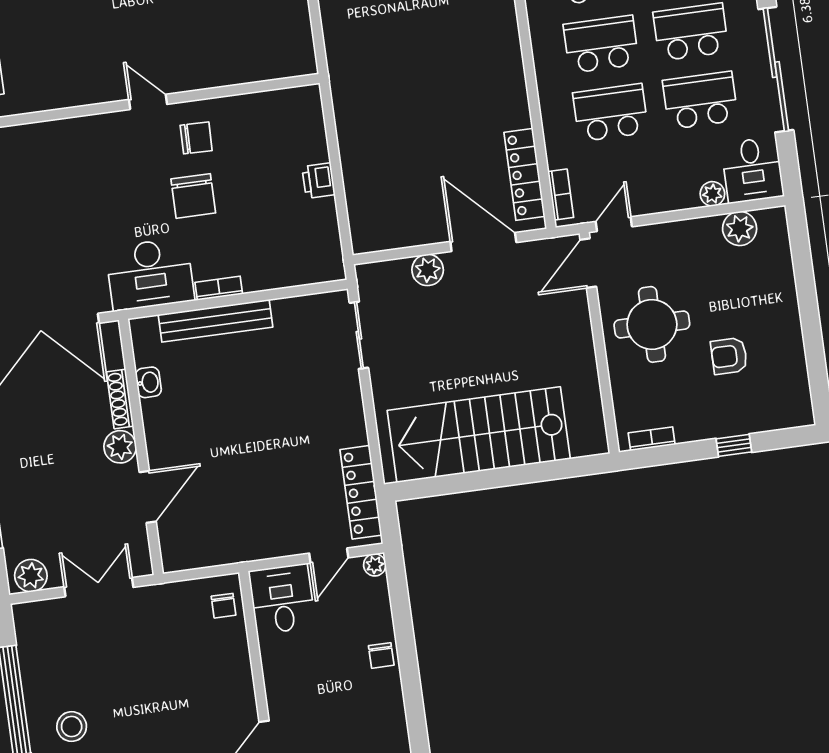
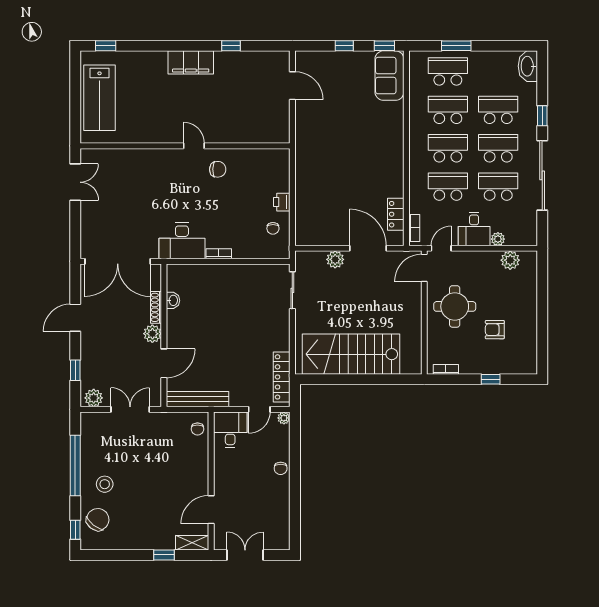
desk: (752, 170) -> (474, 229), moved
locker: (524, 174) -> (396, 214), width x0.66
chair: (193, 196) -> (273, 228), moved, width x0.54, depth x0.54
bench: (215, 321) -> (198, 399), moved

